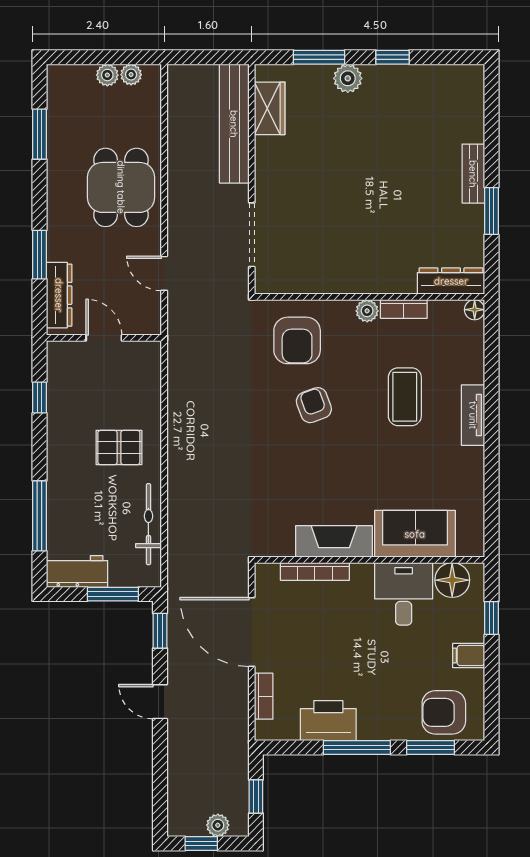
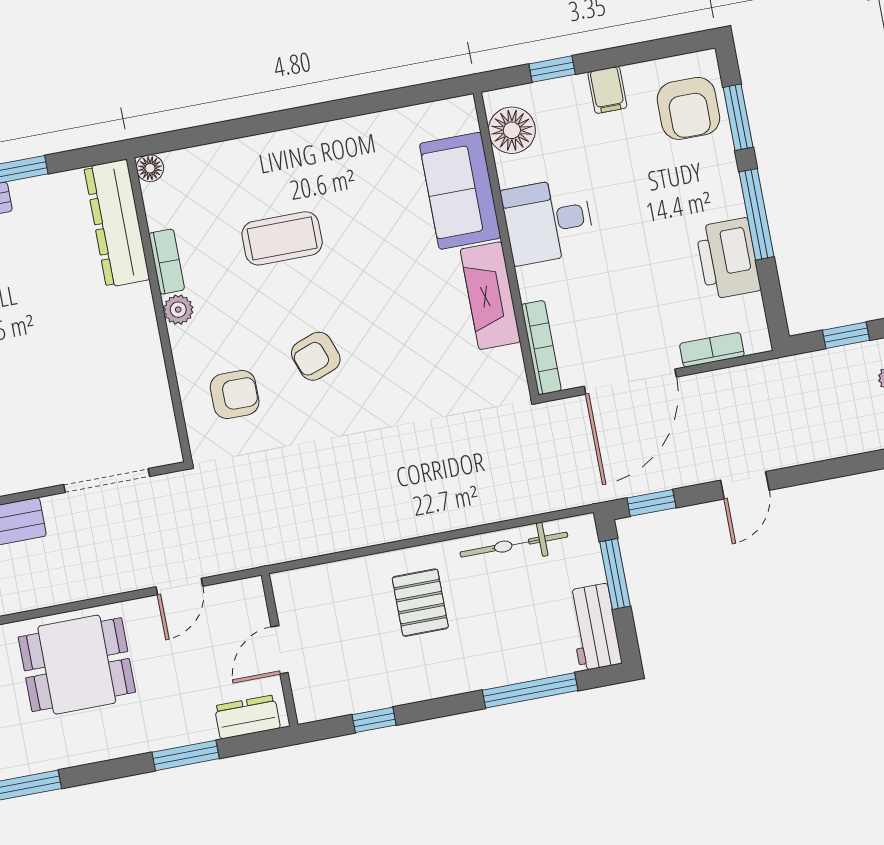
dresser: (451, 281) -> (117, 223), width x1.37, depth x1.24
dresser: (59, 295) -> (247, 717), width x0.70
armchair: (297, 340) -> (235, 394), width x0.72, depth x0.72
tv unit: (473, 415) -> (289, 144), removed
bookcase: (315, 571) -> (541, 348), moved
desk: (404, 594) -> (548, 221), moved

